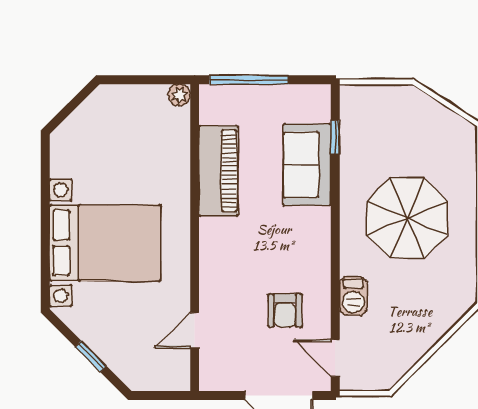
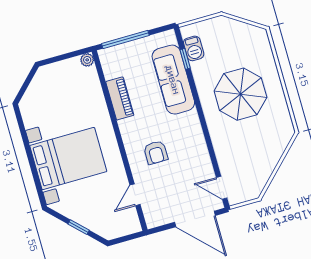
sofa: (307, 165) -> (173, 80), width x1.36
piano: (219, 171) -> (120, 98), width x0.73, depth x0.75
barbecue: (353, 296) -> (194, 48), moved
armchair: (285, 310) -> (156, 152), moved

